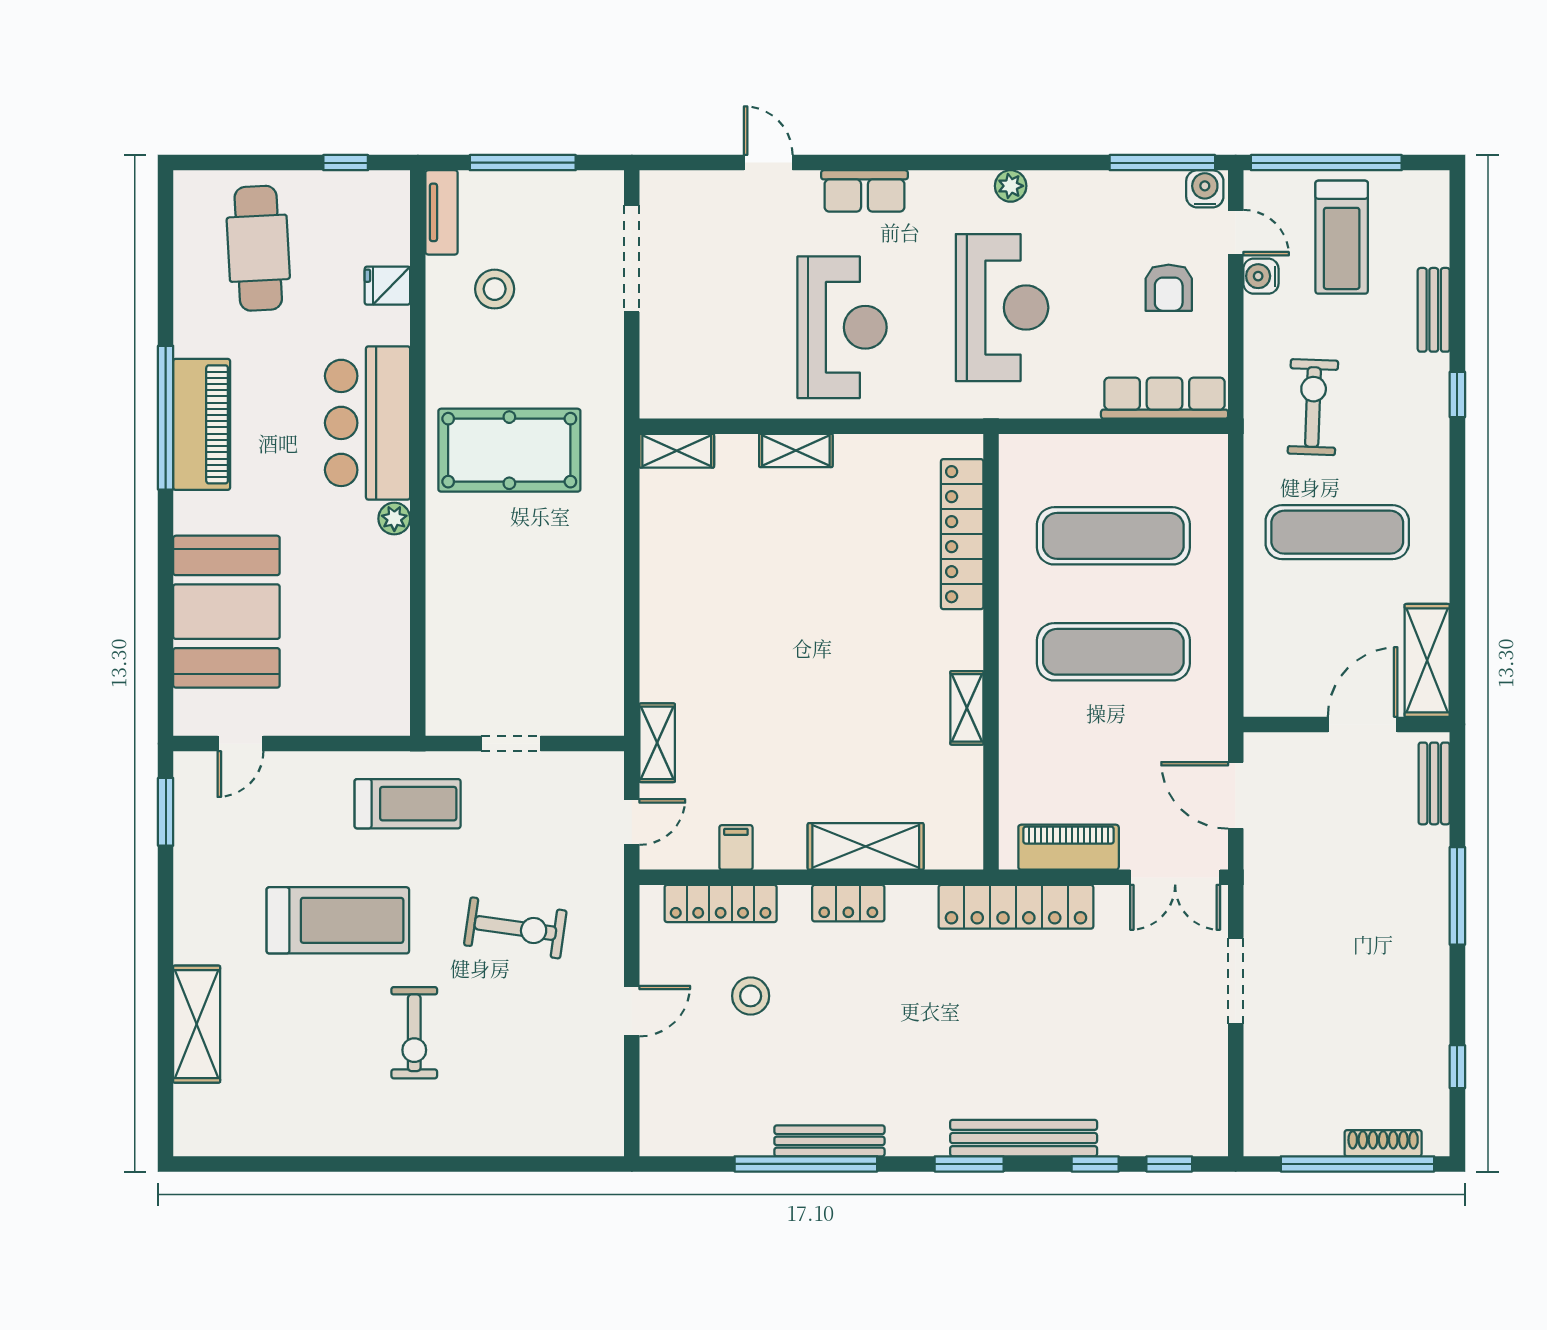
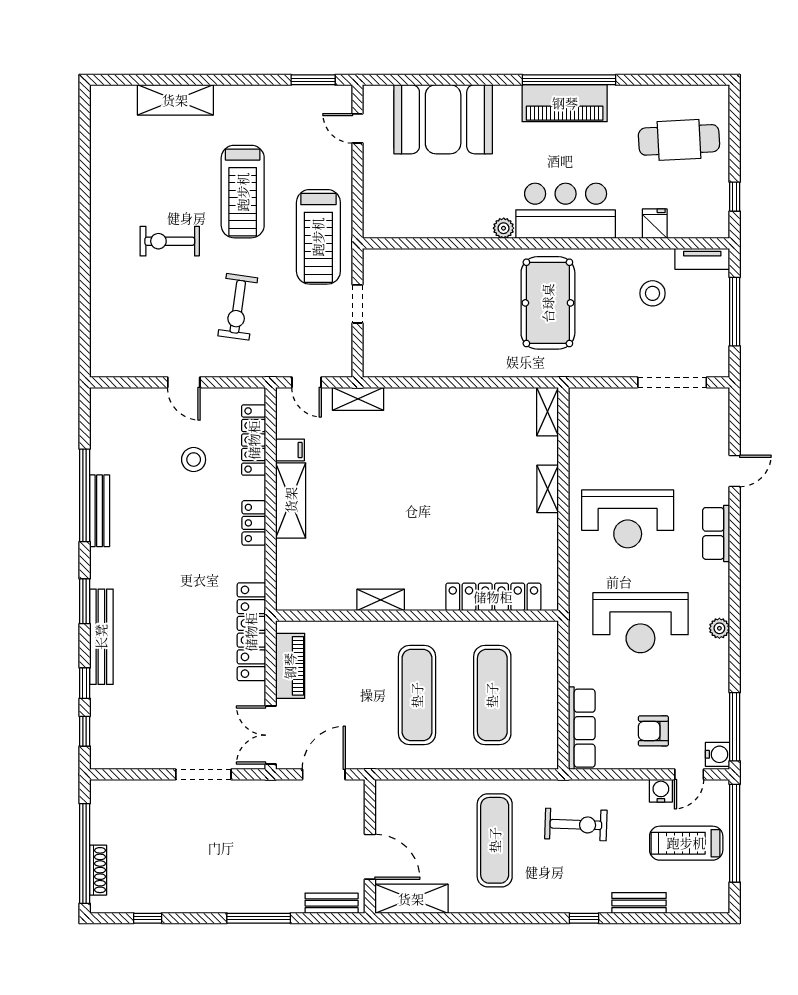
treadmill: (408, 804) -> (318, 237), width x1.37, depth x1.38
shelving: (866, 846) -> (291, 500), moved

